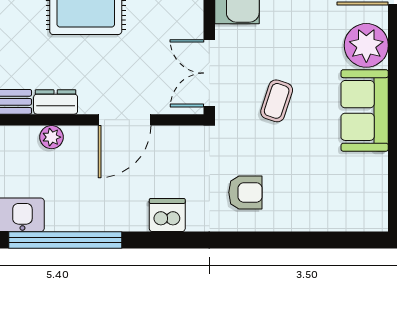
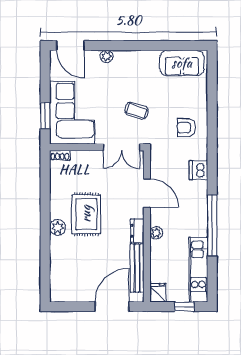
plant: (366, 45) -> (106, 56), width x0.53, depth x0.53
sofa: (365, 110) -> (182, 63), moved
armchair: (245, 192) -> (186, 128), turned -90

